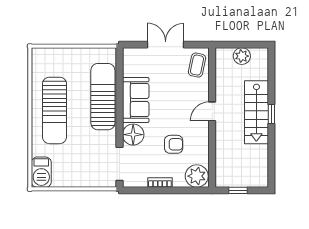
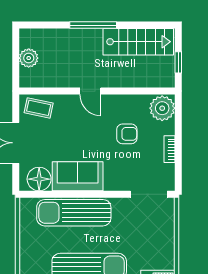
stairs: (256, 112) -> (138, 42), moved
window: (271, 114) -> (93, 25), width x2.17
floor lamp: (133, 135) -> (39, 179), moved
armchair: (174, 144) -> (127, 134), turned 90

